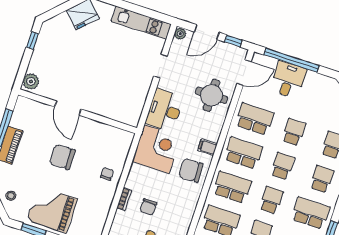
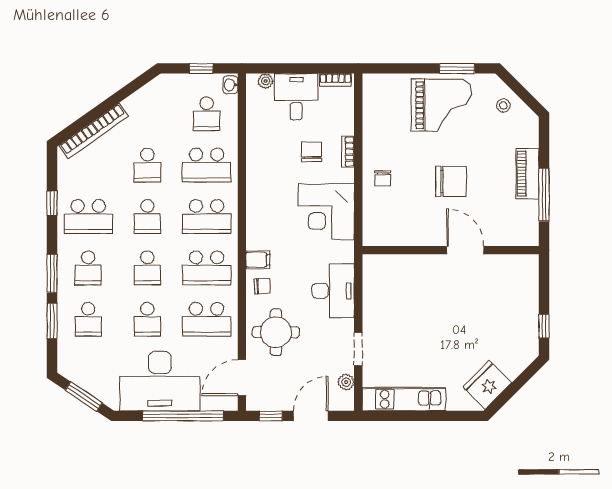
plant: (180, 34) -> (346, 382), moved
desk: (288, 80) -> (160, 381), width x1.87, depth x1.30
plant: (31, 81) -> (528, 270), removed
corner desk: (157, 149) -> (326, 212), moved
chair: (191, 170) -> (262, 286), moved, width x0.54, depth x0.54

